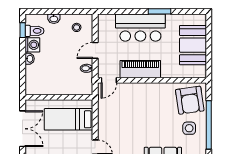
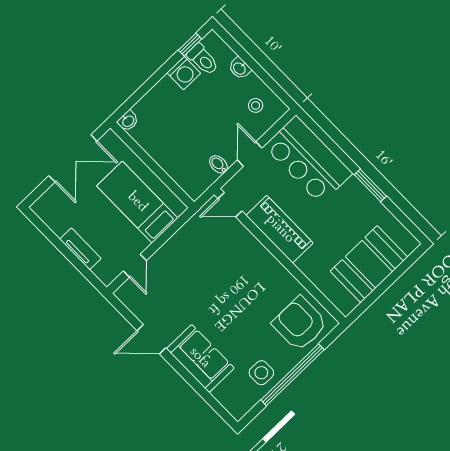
bar counter: (140, 28) -> (308, 160), moved
door: (95, 50) -> (250, 154), hinge flipped
washbasin: (30, 59) -> (128, 121), moved
armchair: (190, 100) -> (300, 324), turned 98
side table: (189, 128) -> (261, 373), moved

